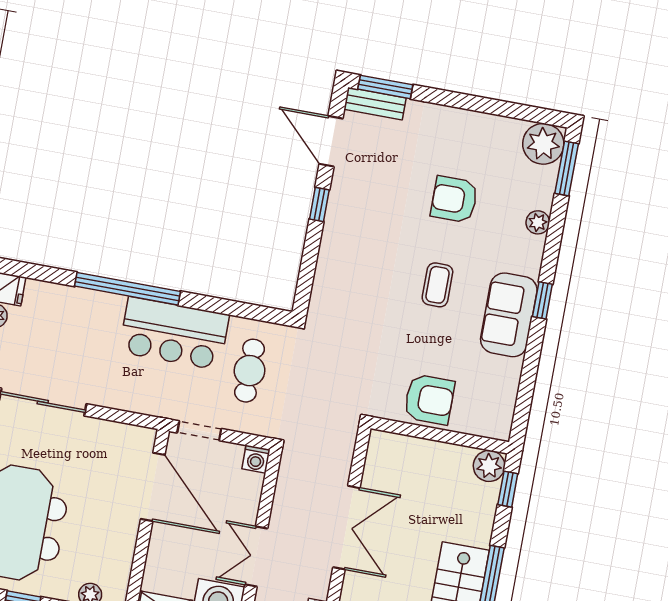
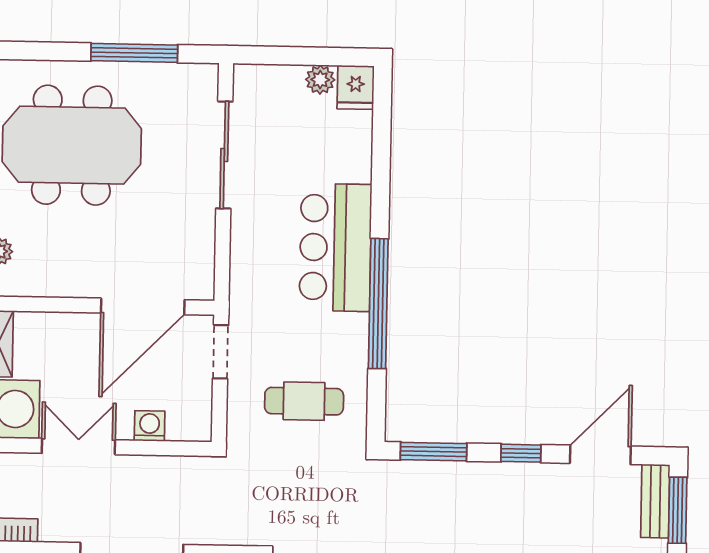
window: (307, 274) -> (434, 452), added
window: (127, 289) -> (378, 304), moved
bar counter: (174, 333) -> (335, 247), moved
washing machine: (256, 459) -> (150, 426), moved, turned 90

